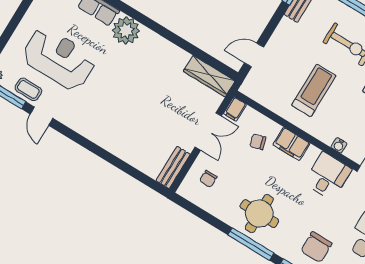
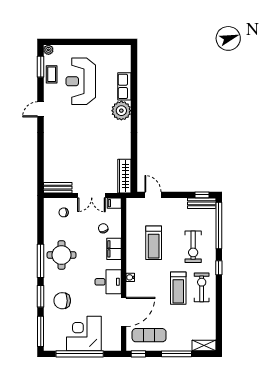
reception desk: (59, 59) -> (81, 81), turned 180
treadmill: (314, 90) -> (154, 243), turned 90
door: (41, 116) -> (41, 109), moved

